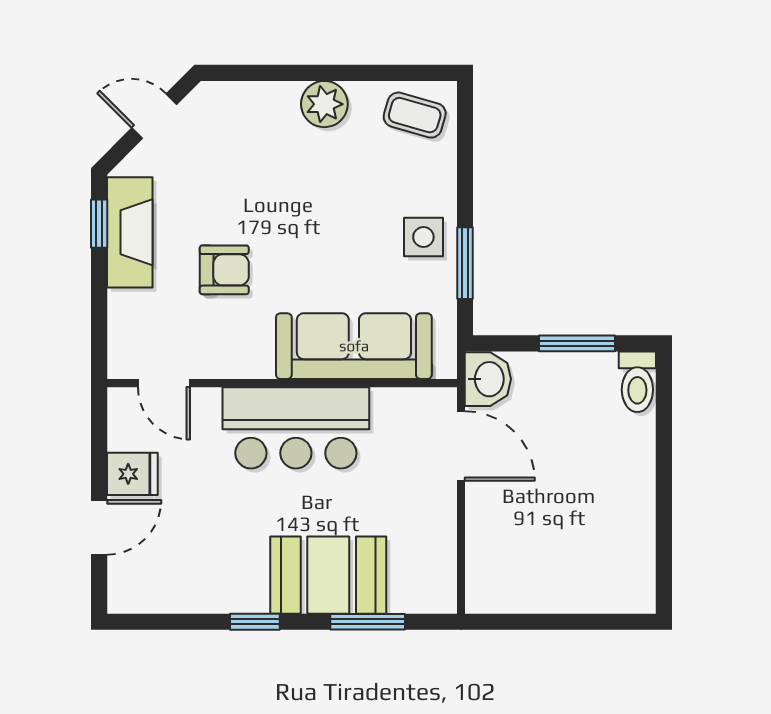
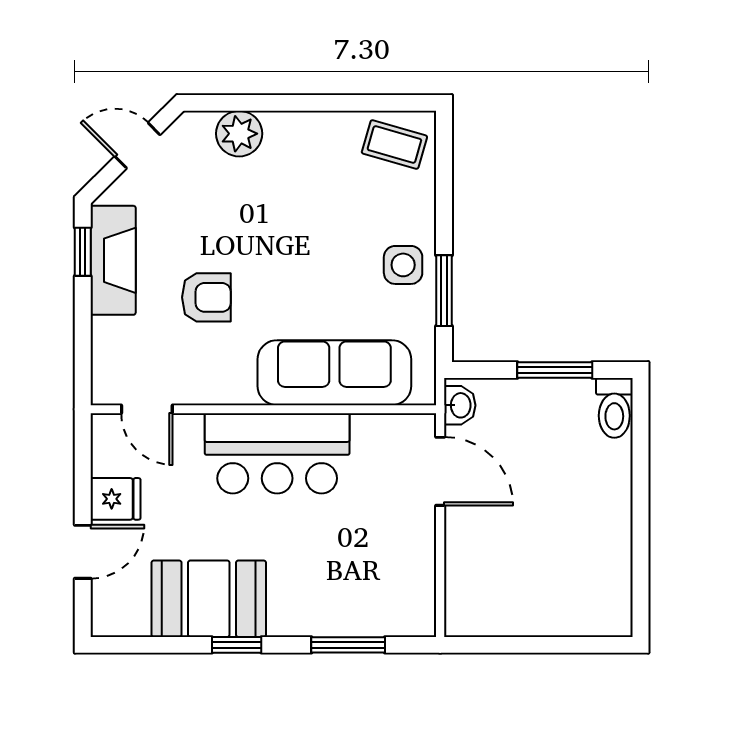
plant: (324, 104) -> (239, 134), moved
washbasin: (488, 379) -> (460, 405), width x0.72, depth x0.69
booth: (328, 575) -> (209, 599), moved

